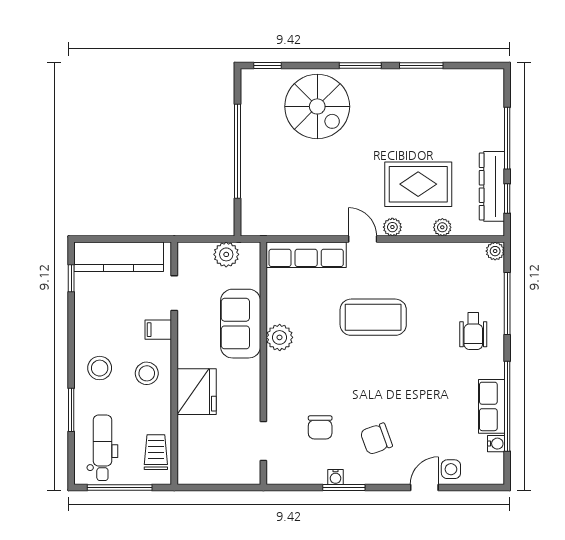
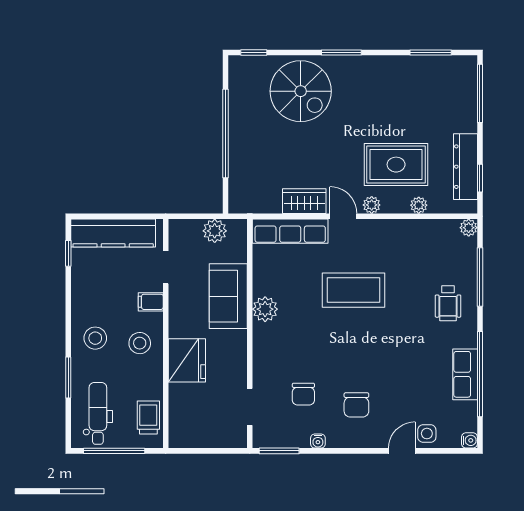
window: (421, 66) -> (431, 52), moved
window: (507, 138) -> (480, 93), moved
wardrobe: (321, 223) -> (304, 201), added
chair: (376, 439) -> (356, 405), turned -70
water cooler: (496, 444) -> (469, 440), moved
window: (344, 488) -> (279, 451), moved

